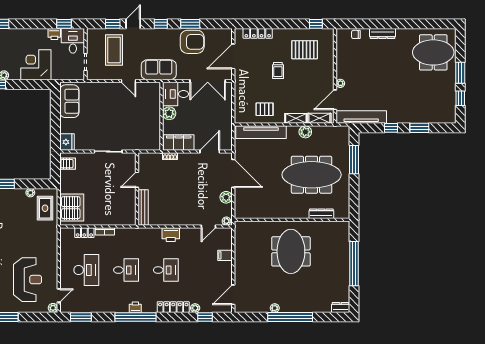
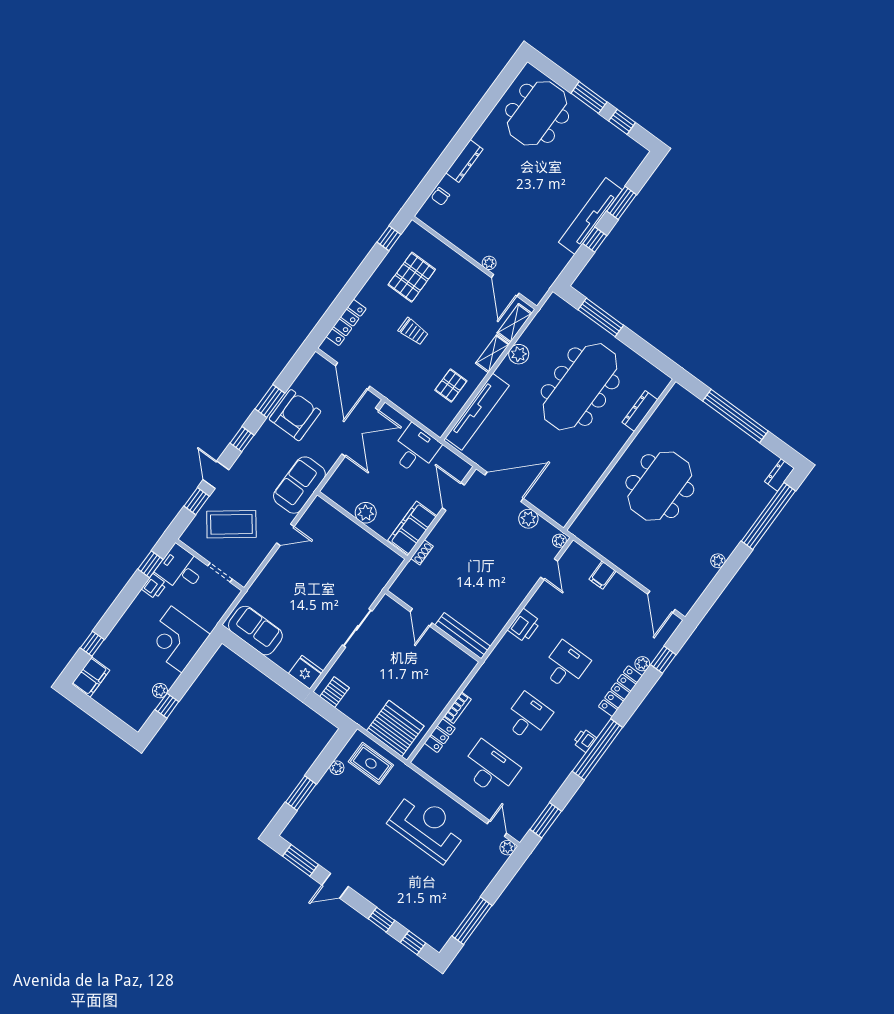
coffee table: (114, 50) -> (231, 524), turned -37
desk: (176, 94) -> (415, 450), moved, turned 180
tv unit: (361, 117) -> (590, 216), moved
meeting table: (291, 251) -> (660, 486), turned 90
reception desk: (28, 280) -> (428, 827), moved
window: (290, 317) -> (768, 516), moved

